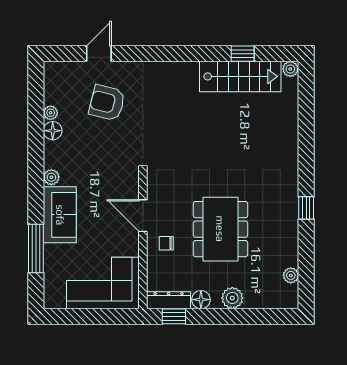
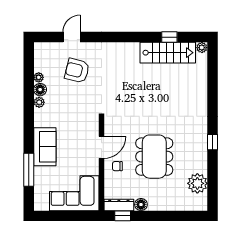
plant: (51, 177) -> (39, 102), moved
door: (143, 216) -> (101, 147), swing flipped
plant: (291, 275) -> (197, 183), width x1.88, depth x1.88
plant: (232, 298) -> (162, 203), removed

